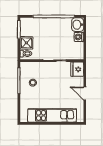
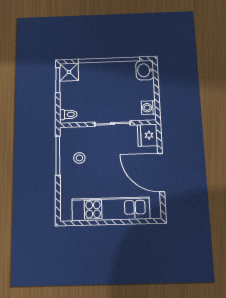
washing machine: (79, 37) -> (149, 108), moved
shower: (26, 43) -> (69, 72), moved
door: (85, 93) -> (161, 172), width x1.87

